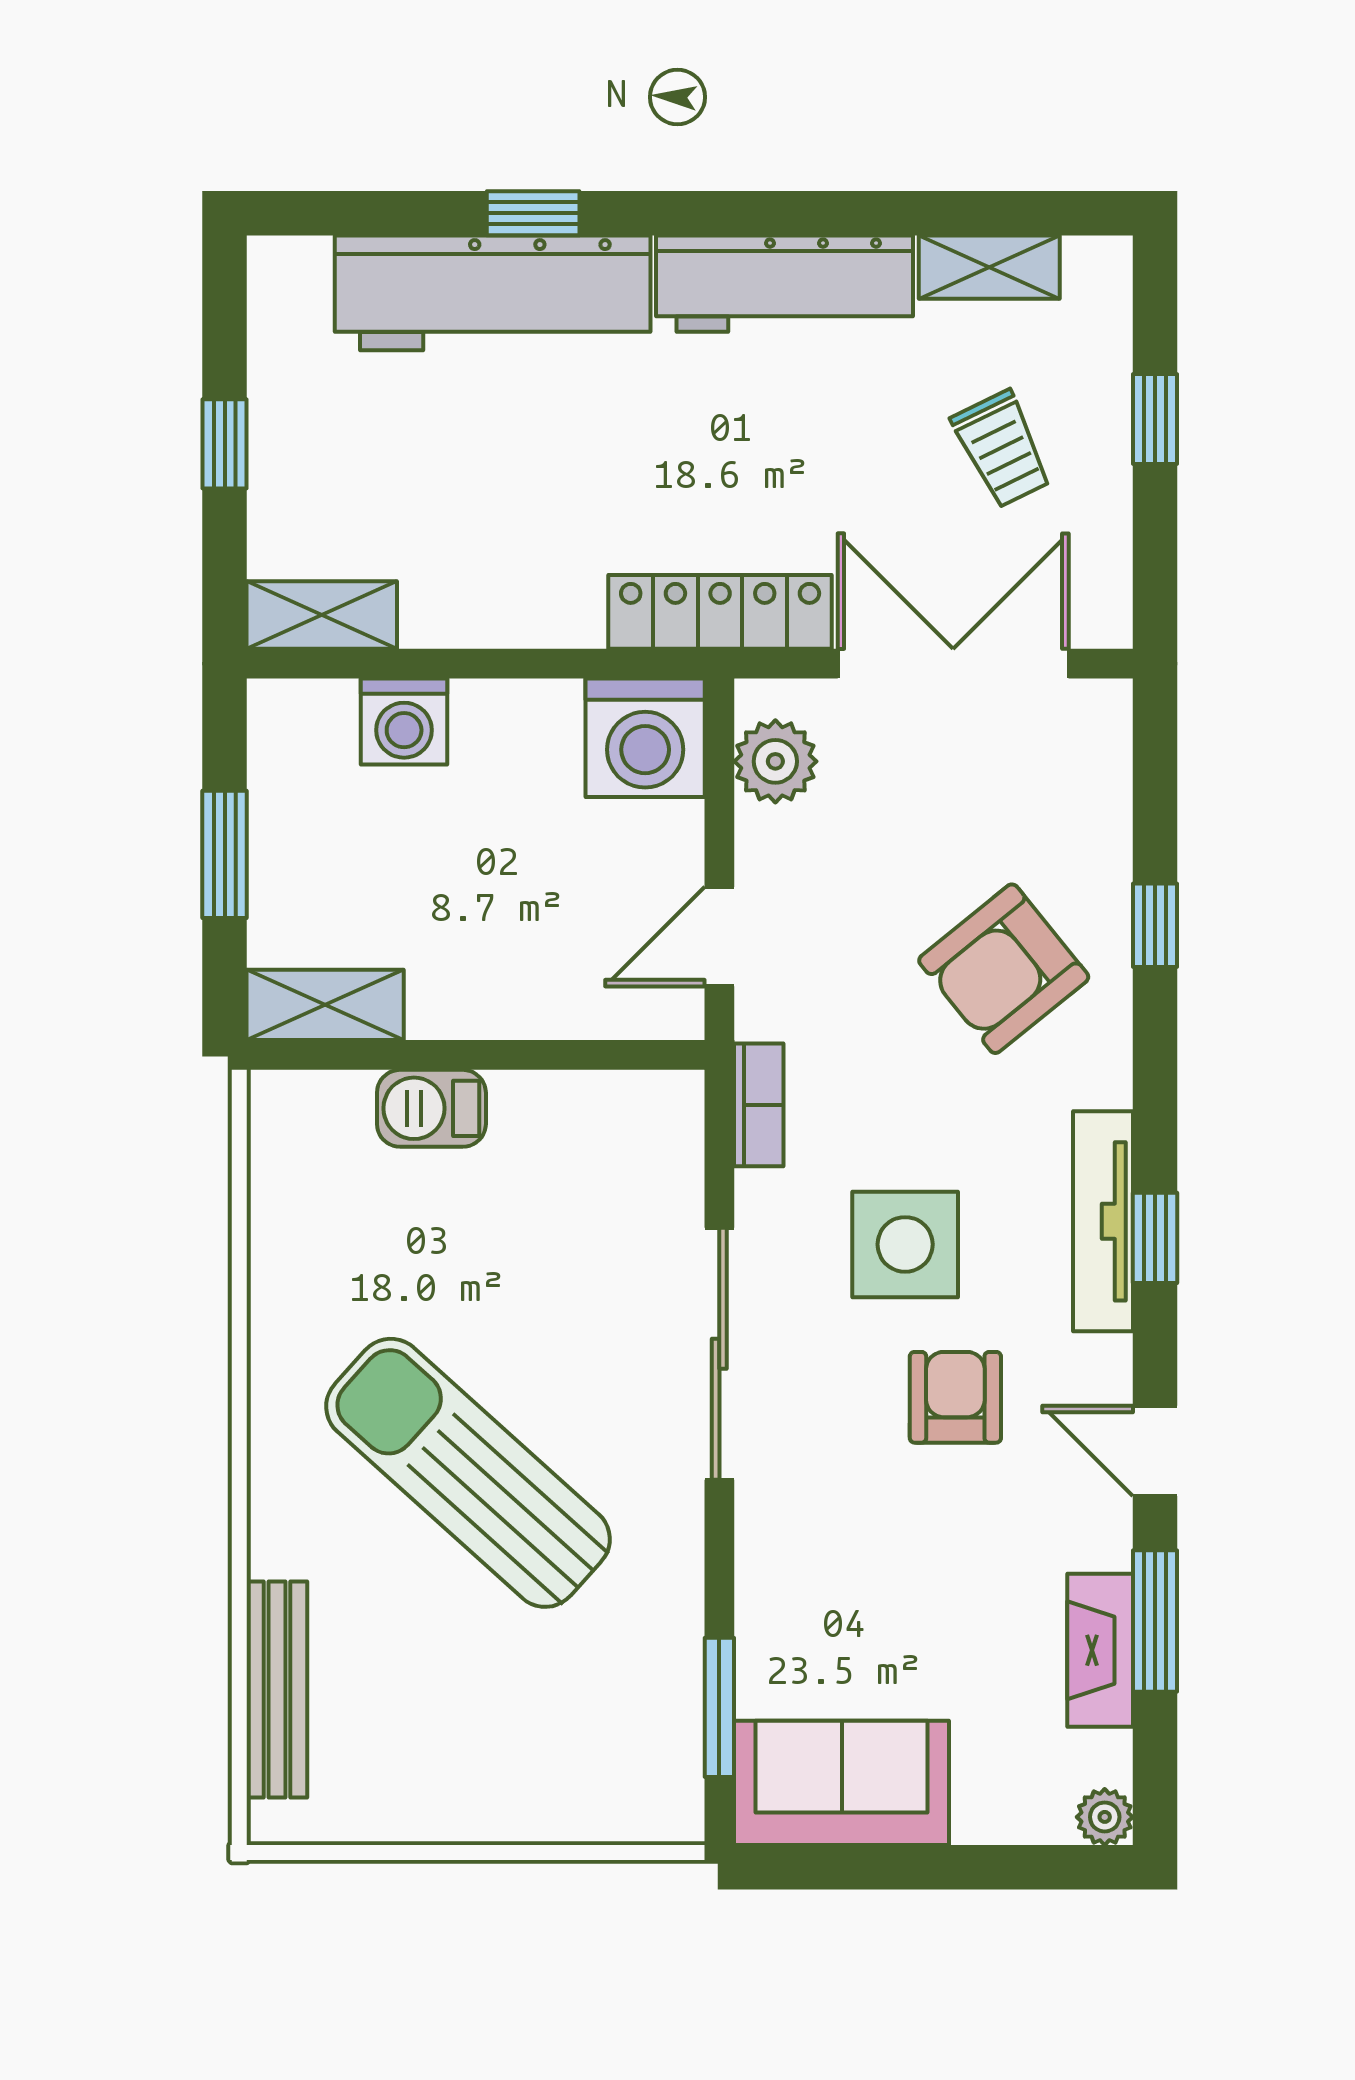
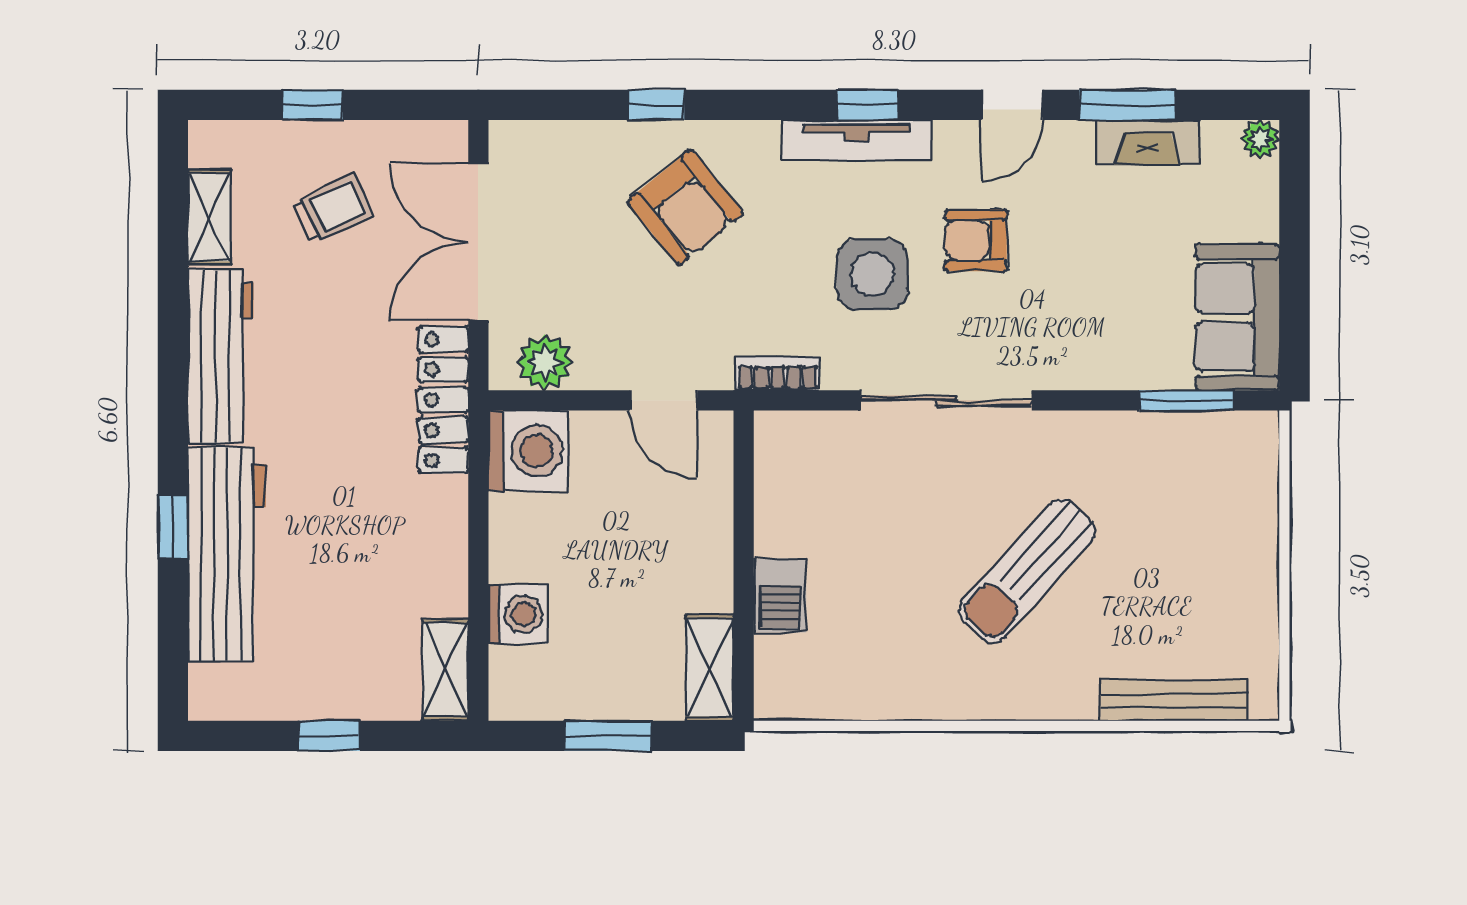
sun lounger: (468, 1473) -> (1027, 571), width x0.73, depth x0.75

